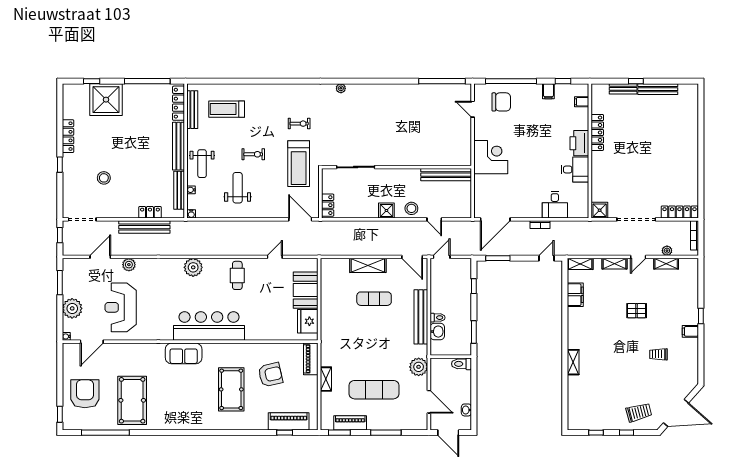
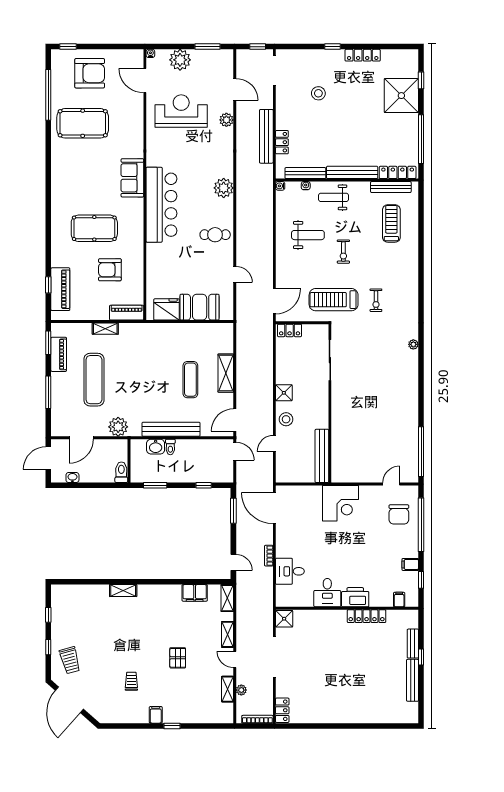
locker: (680, 212) -> (282, 710), width x0.66
armchair: (270, 375) -> (110, 270), turned 103

